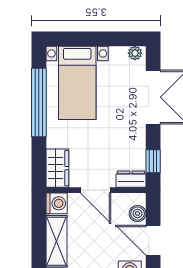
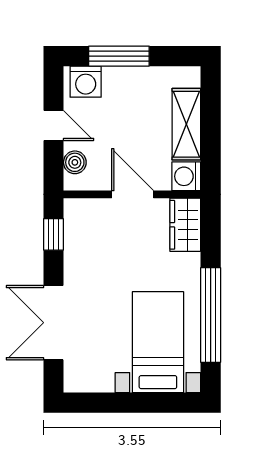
plant: (135, 53) -> (78, 383), removed
dresser: (131, 179) -> (84, 210), removed
door: (153, 240) -> (53, 125), width x0.73

